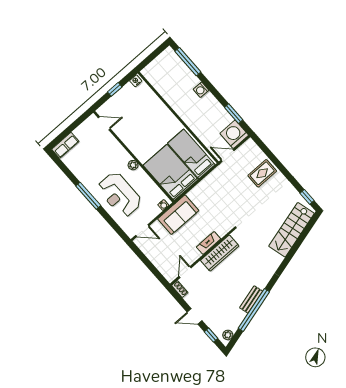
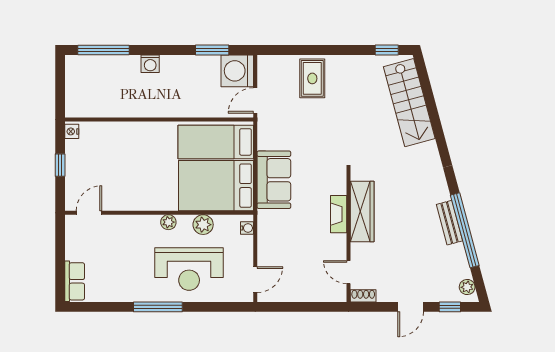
plant: (147, 183) -> (203, 225), added
sofa: (178, 215) -> (274, 180), moved

